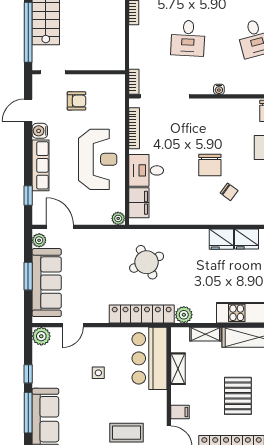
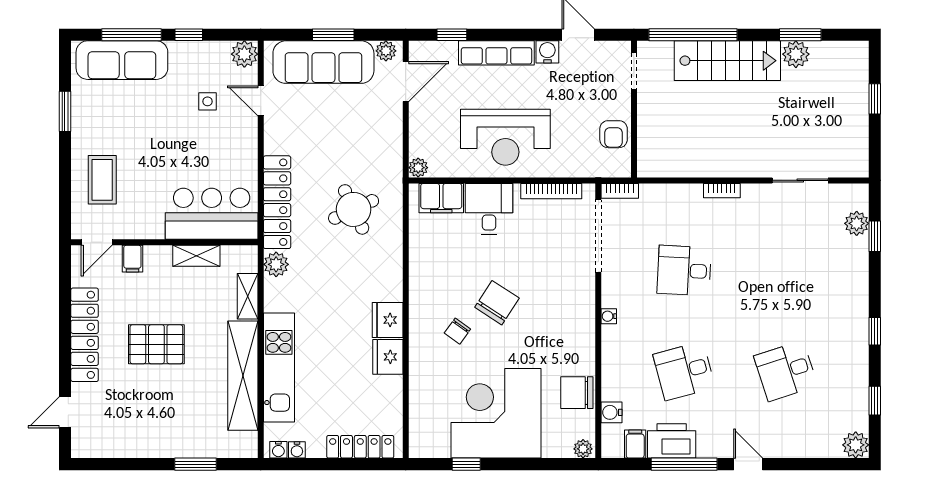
armchair: (76, 101) -> (614, 134), moved
chair: (210, 165) -> (497, 303), turned 123
side table: (98, 373) -> (208, 101), moved

